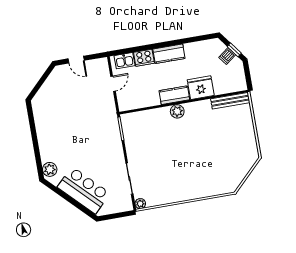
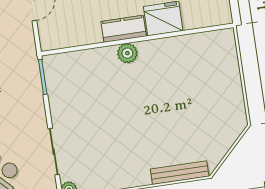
bench: (230, 101) -> (180, 173), moved

